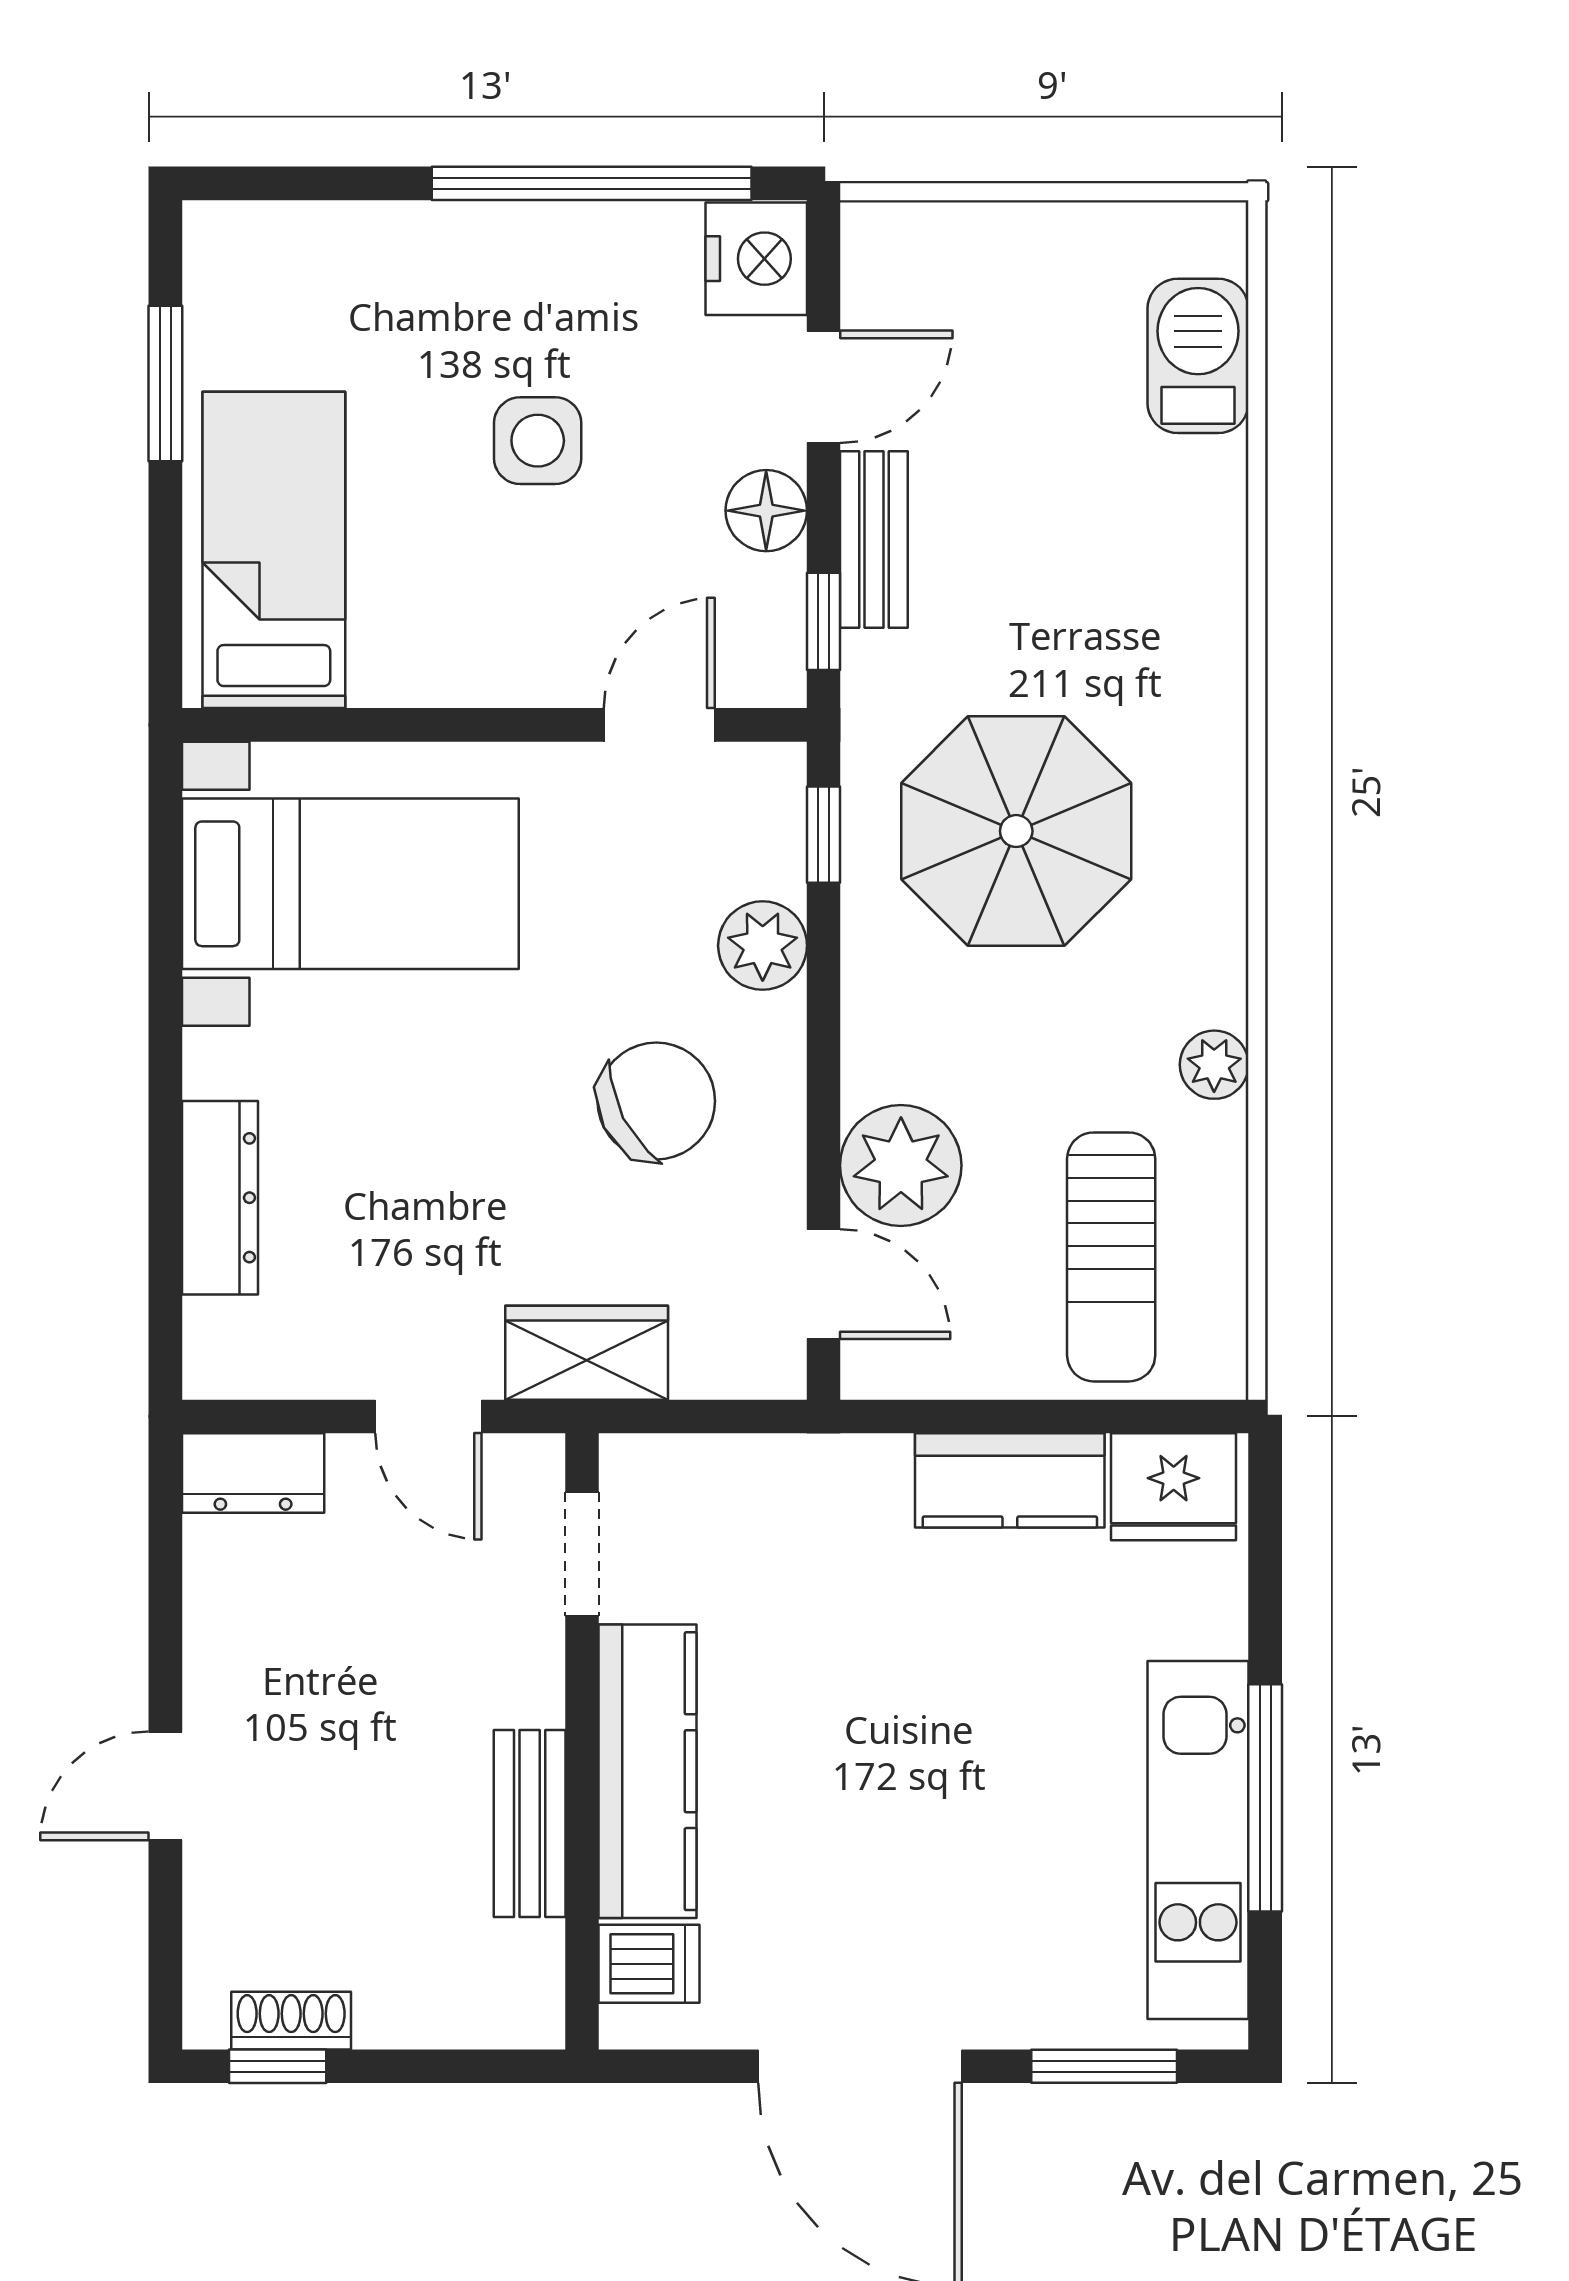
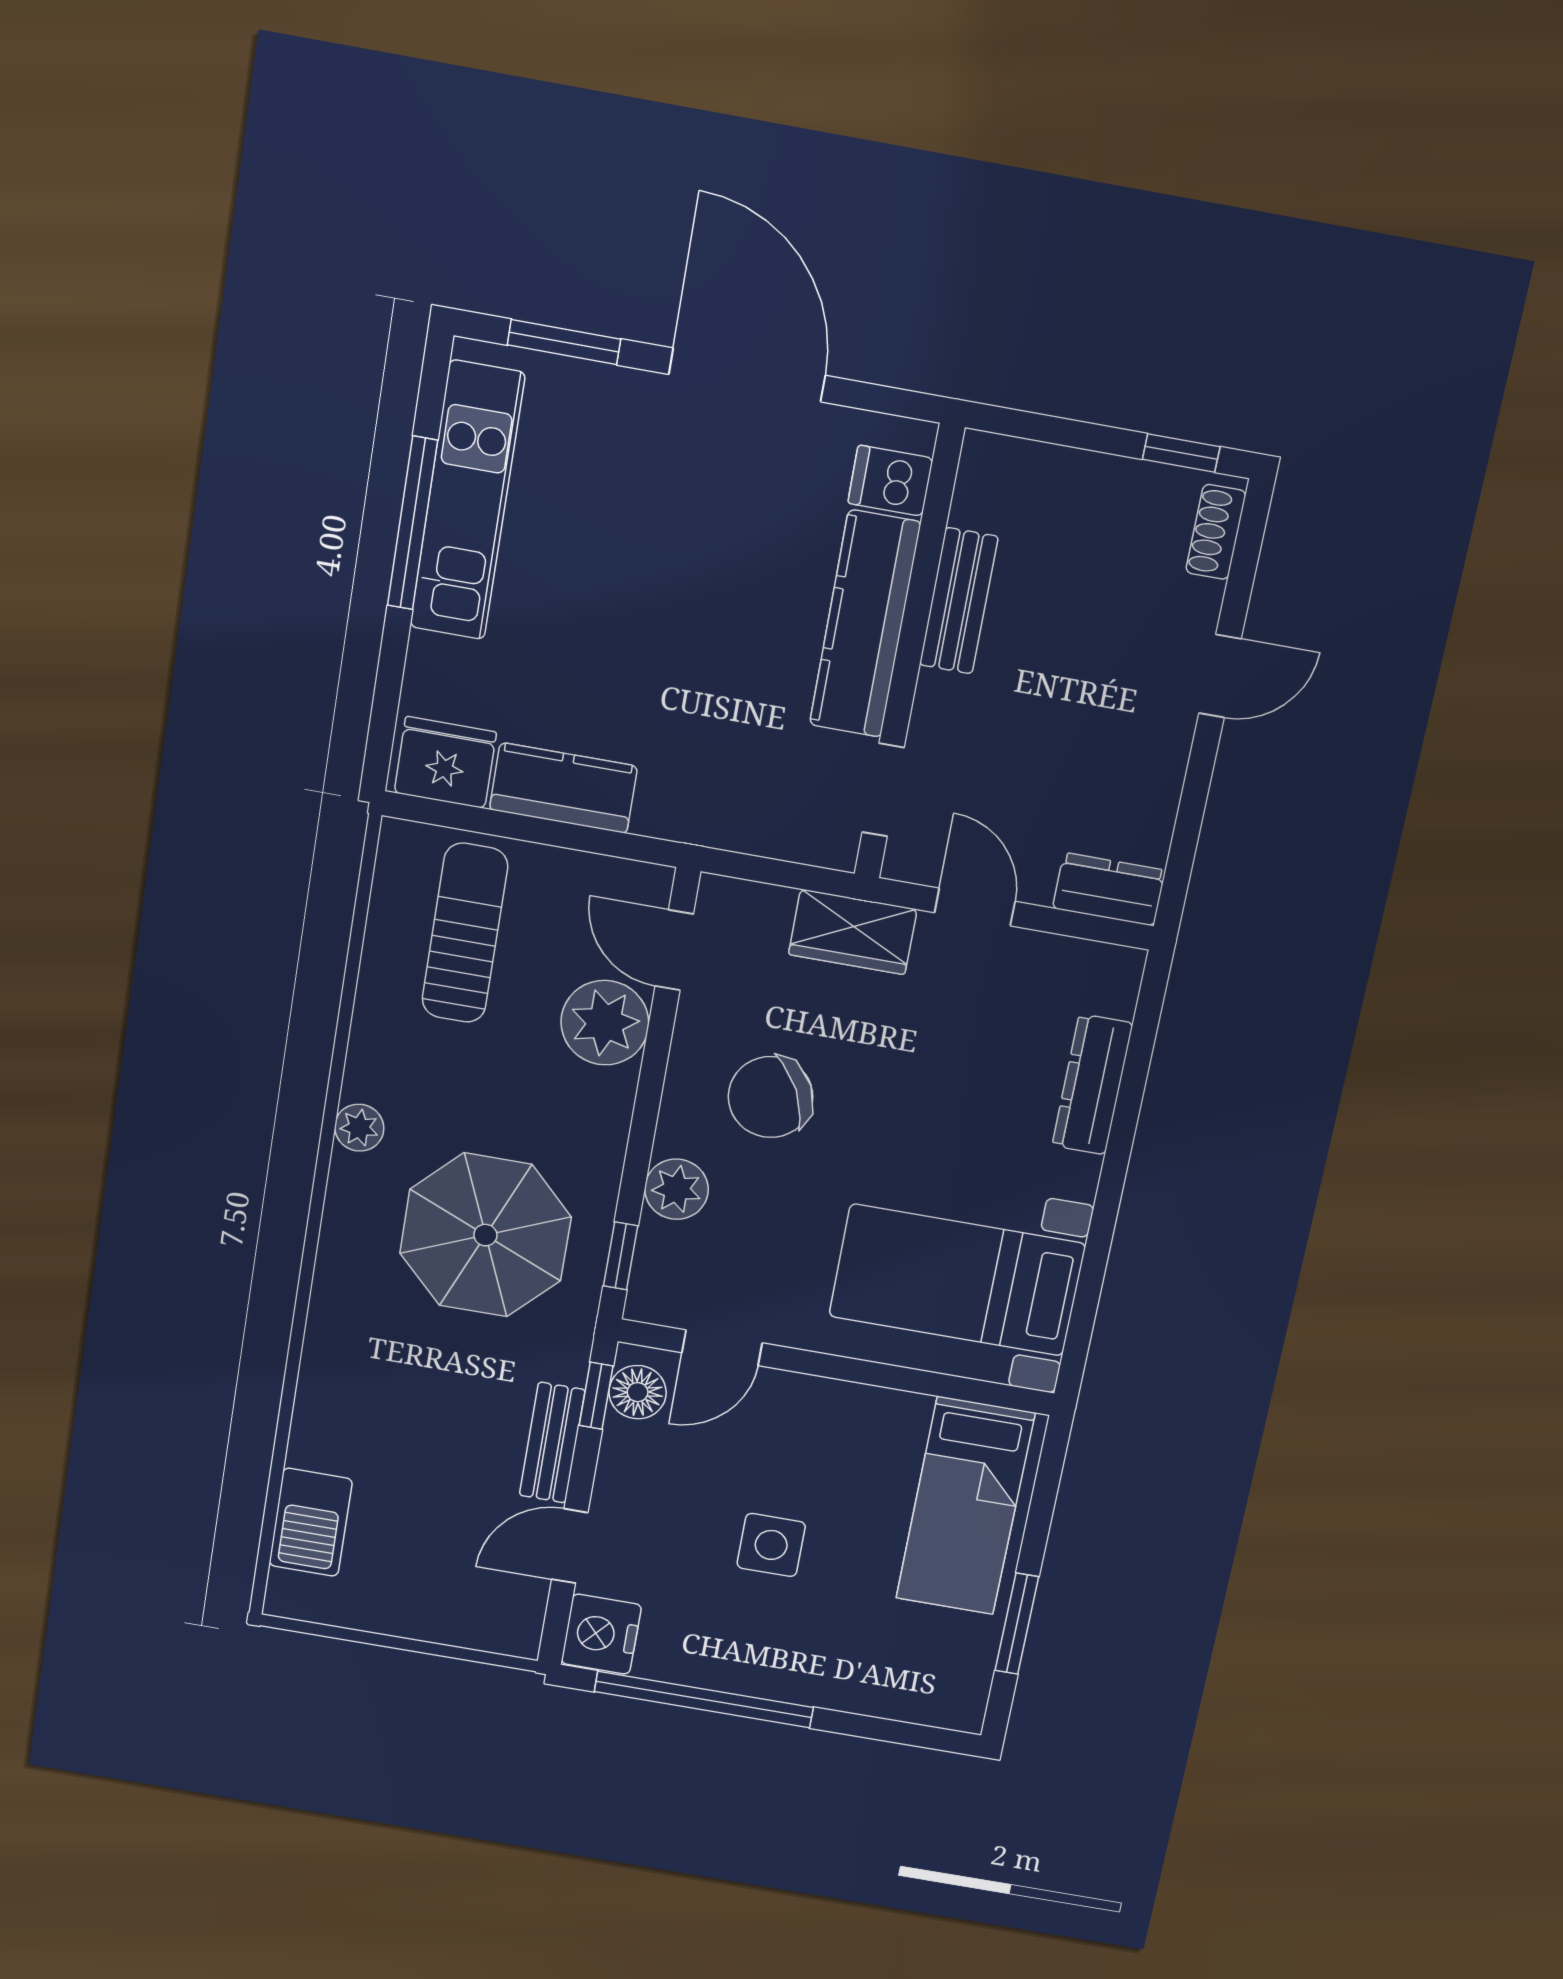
floor lamp: (766, 511) -> (638, 1392), moved
plant: (1214, 1065) -> (359, 1128), moved
shoe rack: (291, 2021) -> (1216, 532), moved, turned 90

